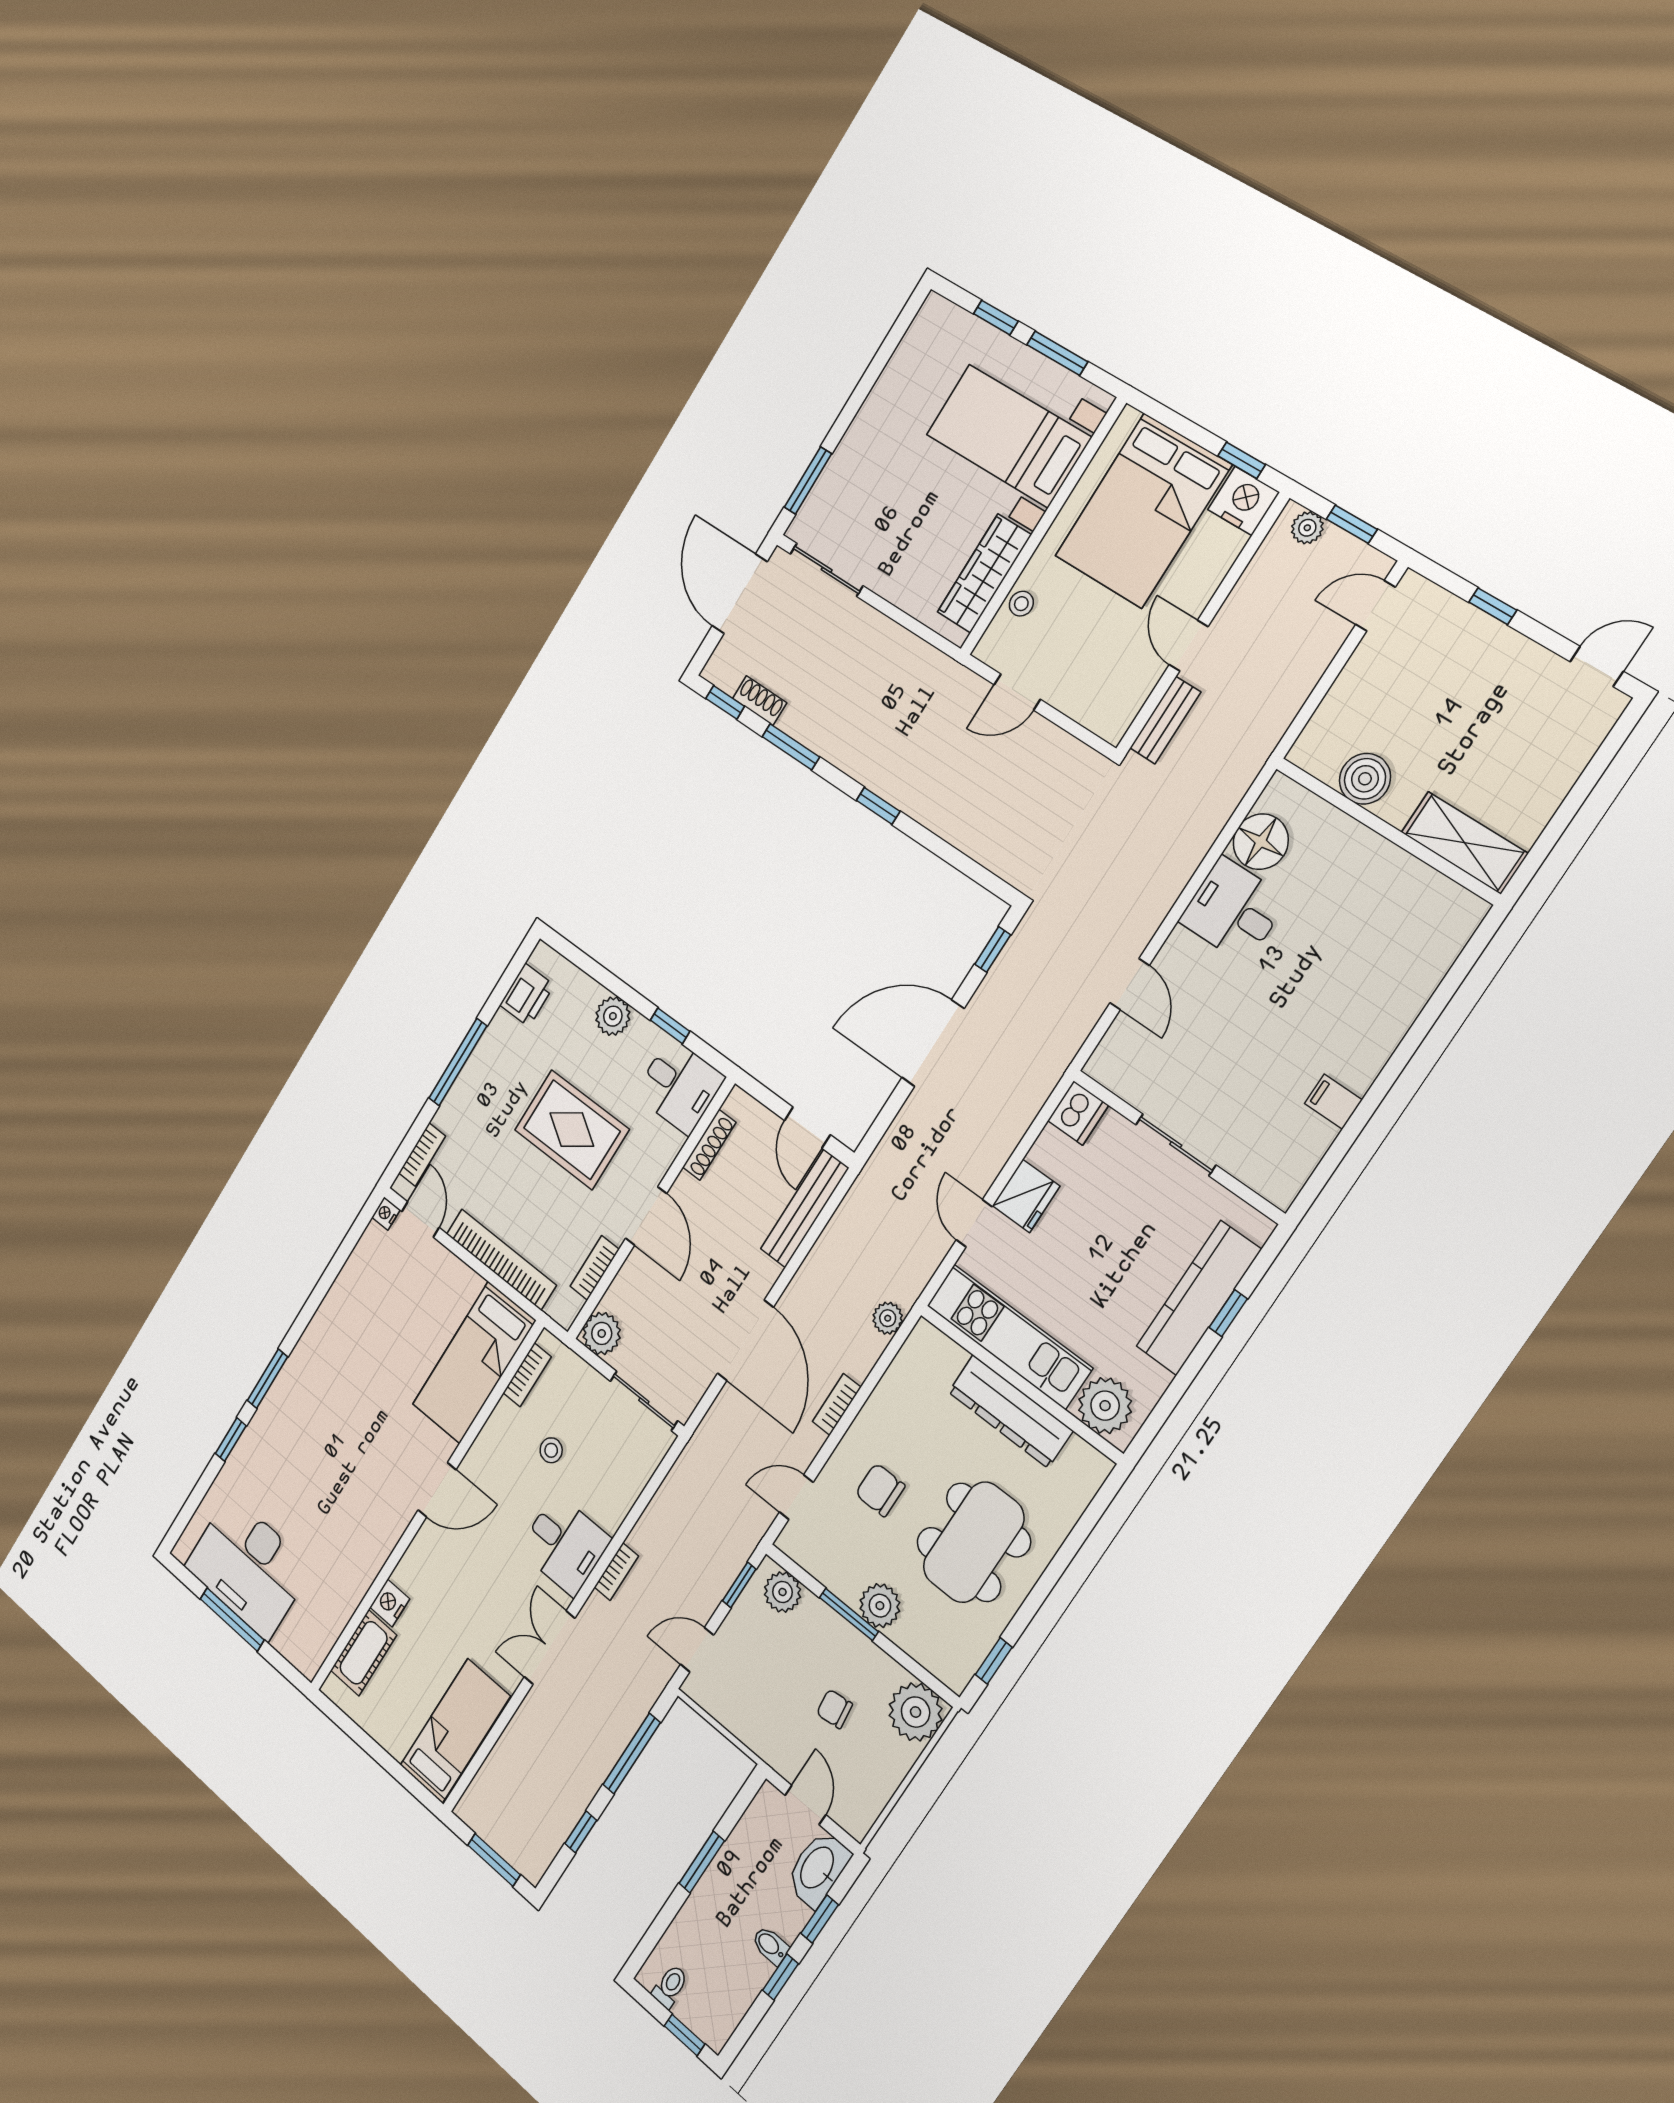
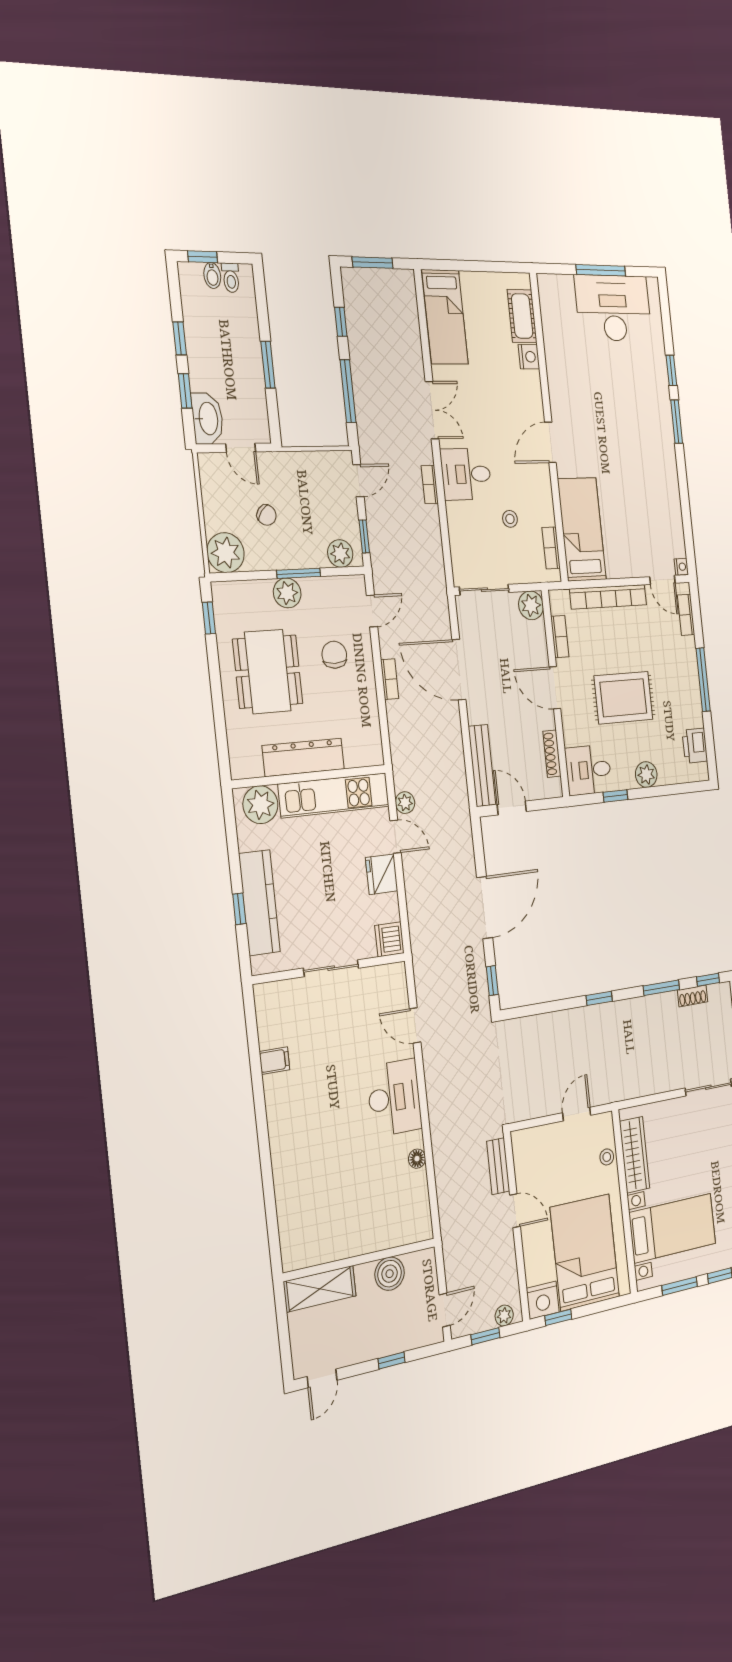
boiler: (1365, 779) -> (390, 1274), moved
wall: (1387, 831) -> (360, 1260), moved
floor lamp: (1261, 842) -> (417, 1159), width x0.53, depth x0.53
shelving: (1464, 843) -> (320, 1289), moved
desk: (1233, 910) -> (394, 1098), width x1.37
plant: (888, 1318) -> (405, 803), moved
chair: (880, 1490) -> (334, 655), turned -90
chair: (834, 1709) -> (267, 515), turned 45
bidet: (771, 1946) -> (212, 275), moved, turned 90

